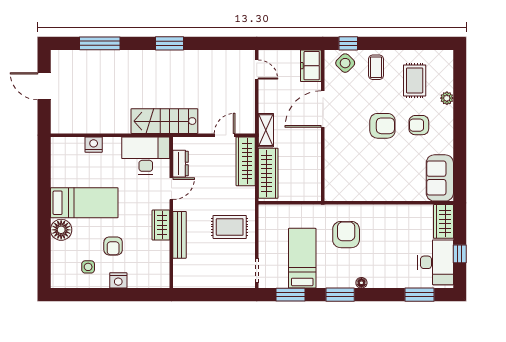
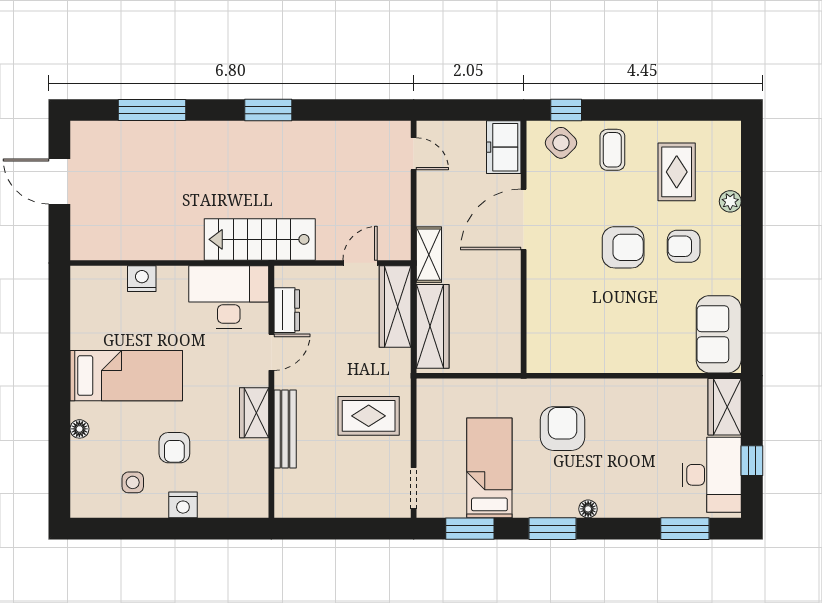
floor lamp: (61, 230) -> (79, 429), width x0.53, depth x0.53

